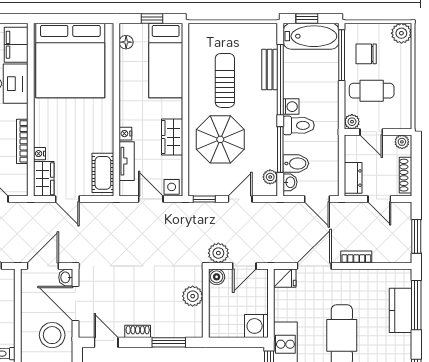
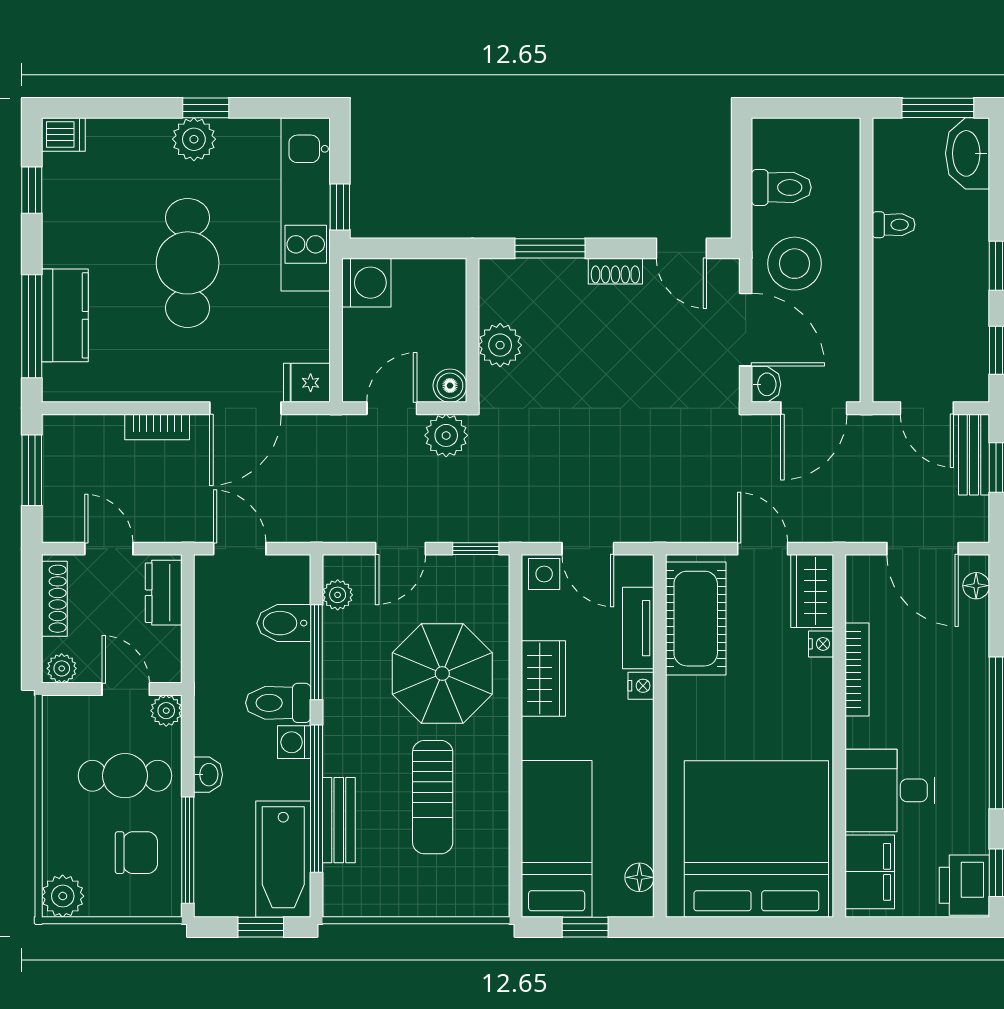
bathtub: (311, 36) -> (283, 859), moved, turned -90
cot: (103, 173) -> (696, 619), width x1.37, depth x1.34
washbasin: (290, 182) -> (208, 775), moved, turned 180

